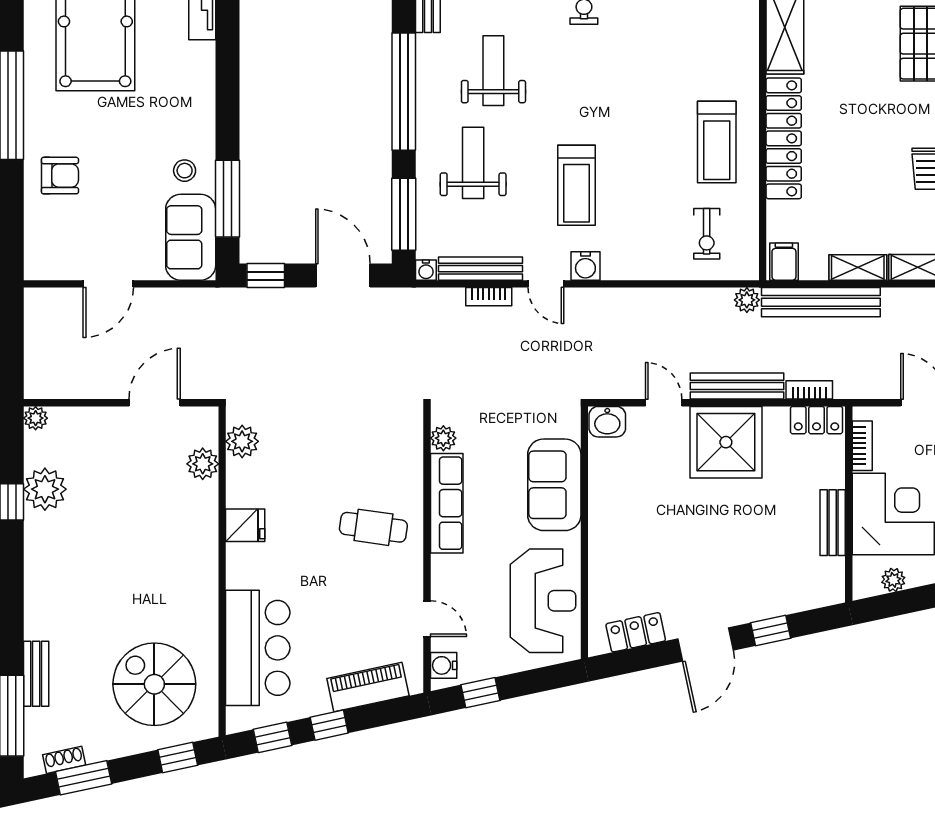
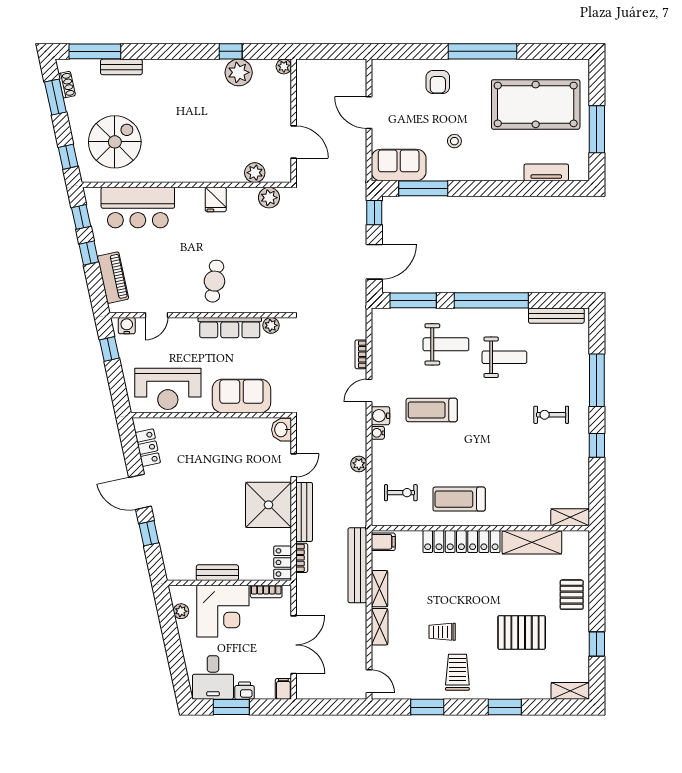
stool: (185, 171) -> (454, 141), moved
exercise bike: (707, 234) -> (401, 493), turned 180
bench: (480, 269) -> (379, 349), removed
water cooler: (426, 270) -> (378, 433), moved
plant: (747, 300) -> (359, 464), moved

